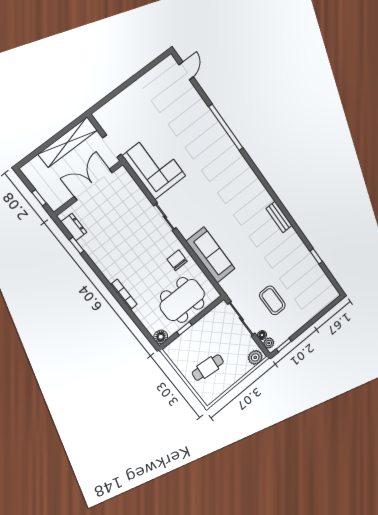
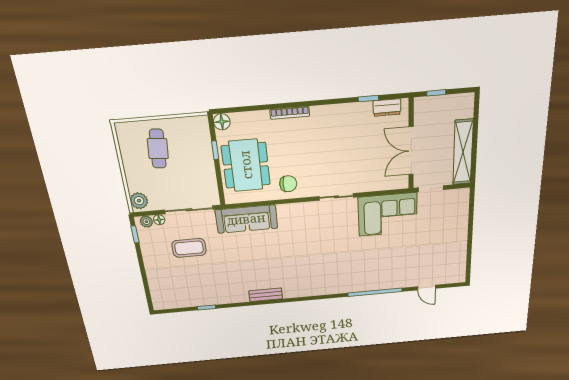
door: (186, 71) -> (427, 288), moved
double door: (93, 185) -> (411, 151), swing flipped
sofa: (211, 255) -> (246, 219), moved

